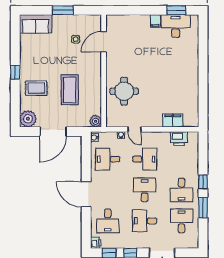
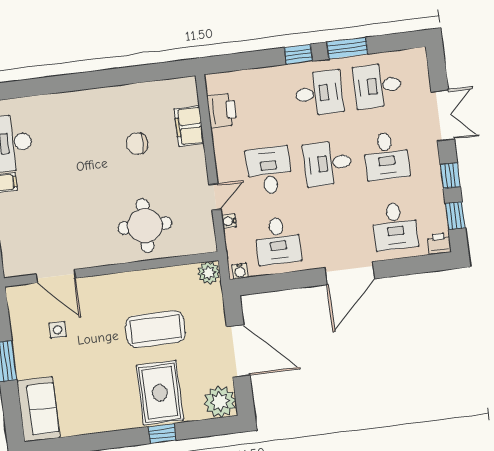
window: (15, 72) -> (162, 433), moved
rug: (36, 88) -> (160, 393), width x1.36, depth x1.43
chair: (167, 92) -> (137, 144), added
desk: (108, 221) -> (395, 226), turned 90

